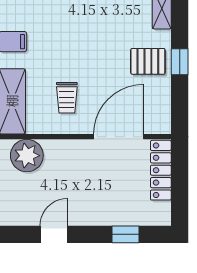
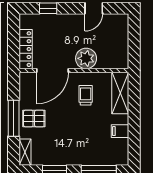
window: (180, 62) -> (14, 118), width x2.17
plant: (27, 156) -> (86, 58), moved

